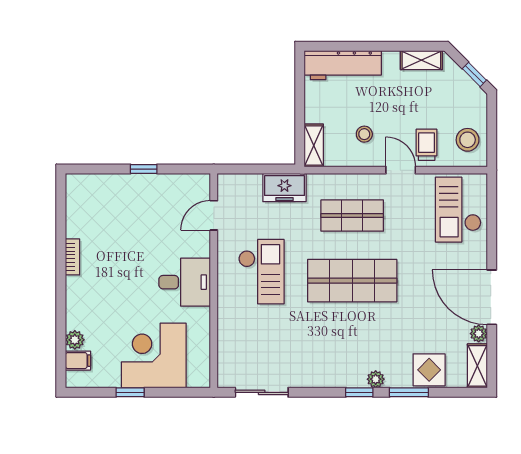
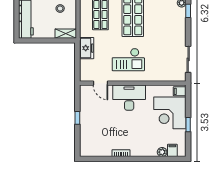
checkout: (261, 272) -> (128, 60), turned 180
desk: (185, 282) -> (129, 98), width x1.37
filing cabinet: (197, 375) -> (180, 91), added

